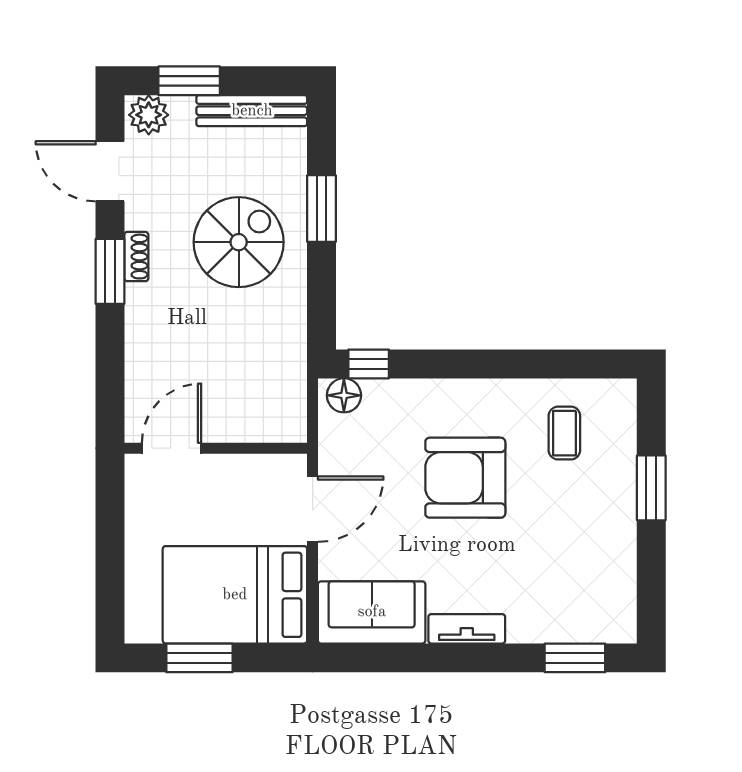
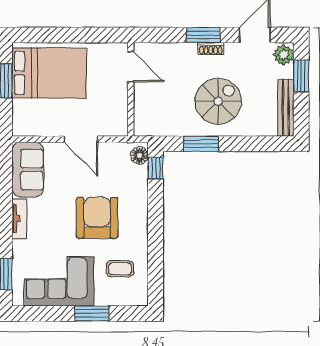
window: (321, 209) -> (201, 144), moved
spiral stairs: (239, 242) -> (218, 101), turned -90
door: (172, 448) -> (131, 67), moved
wall: (216, 448) -> (131, 89), moved
corner sofa: (589, 552) -> (59, 281), added
bed: (235, 595) -> (49, 73), moved, turned 90

